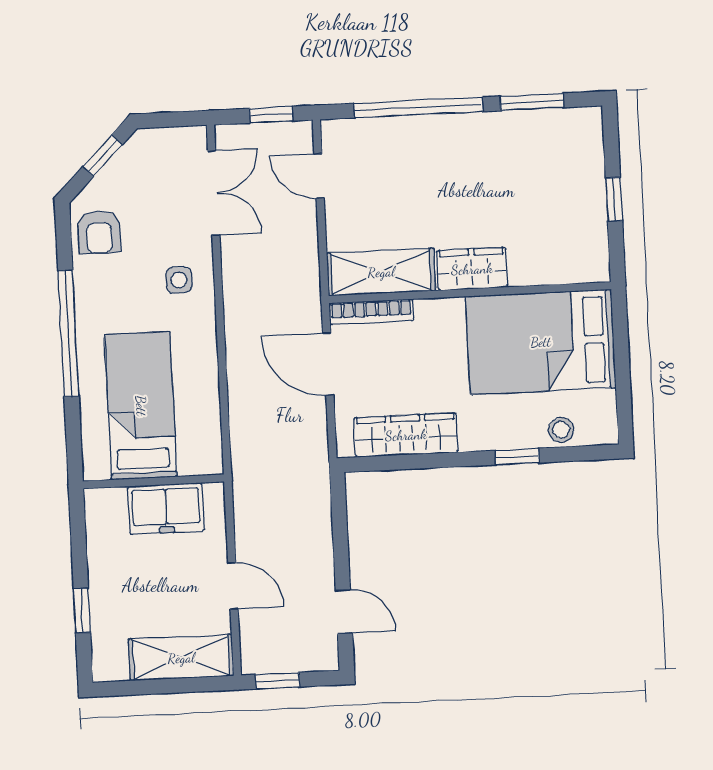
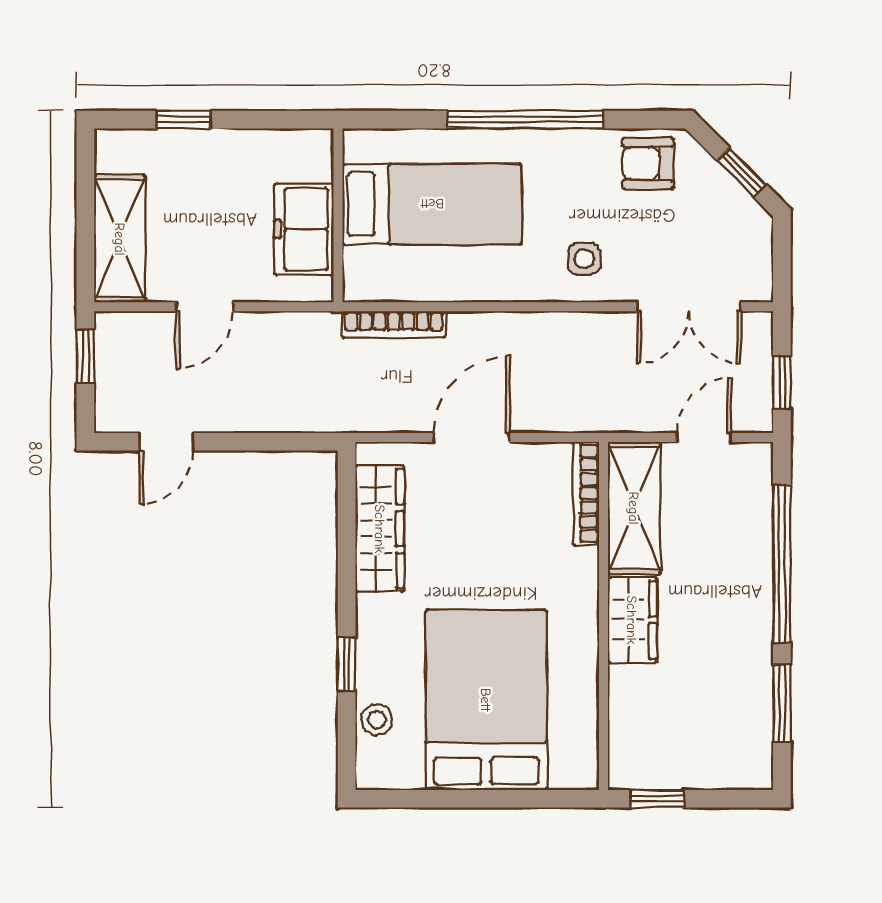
wardrobe: (472, 269) -> (632, 620), moved
shelving: (381, 272) -> (634, 508), moved
wall: (470, 293) -> (603, 616), moved
bookcase: (371, 312) -> (586, 493), moved
bookcase: (240, 432) -> (394, 324), added

